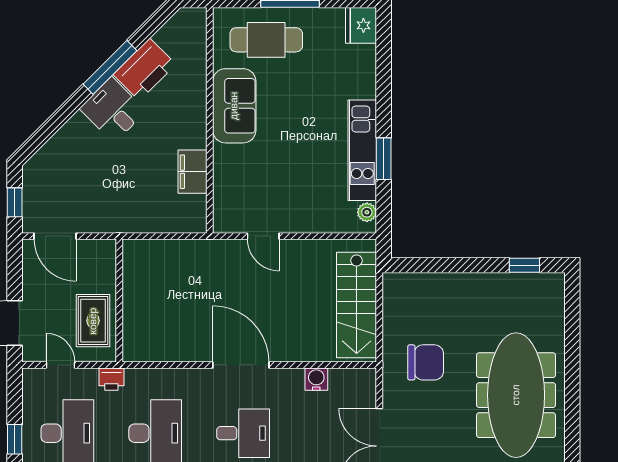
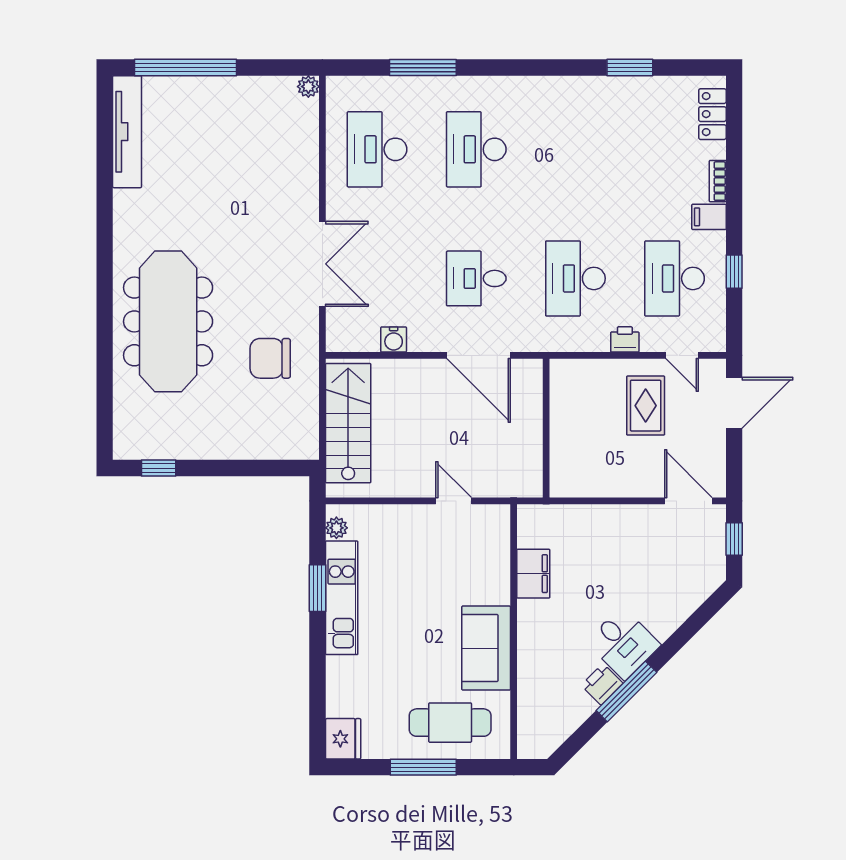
printer: (145, 69) -> (602, 684), width x0.53, depth x0.68
wall: (119, 301) -> (546, 428), moved

